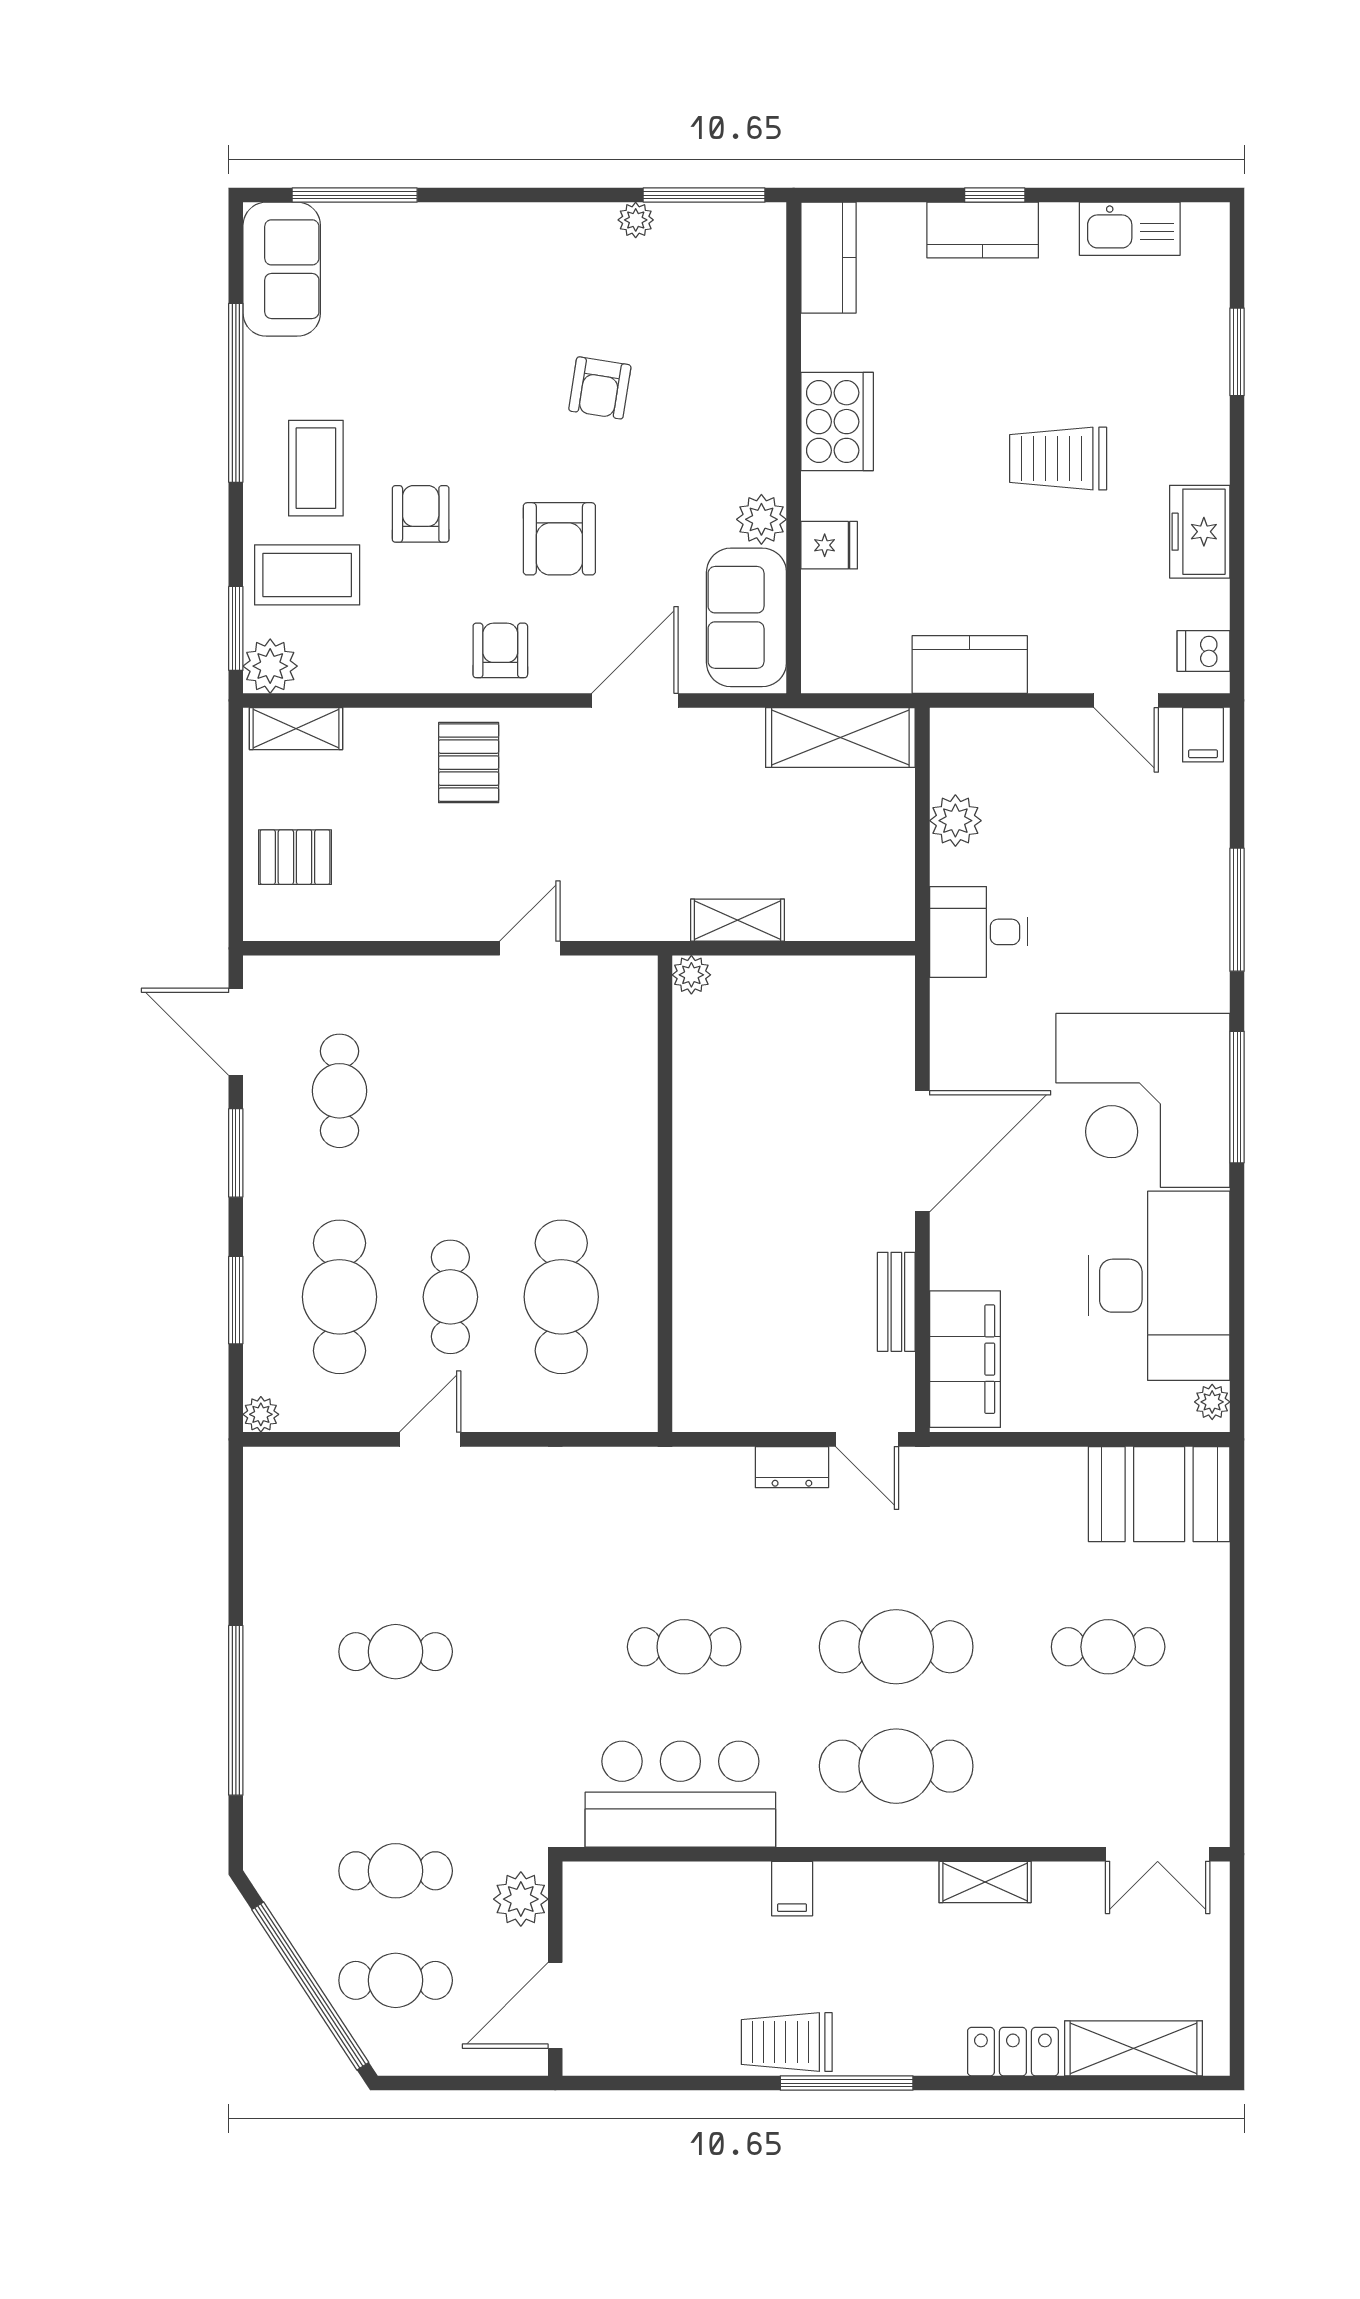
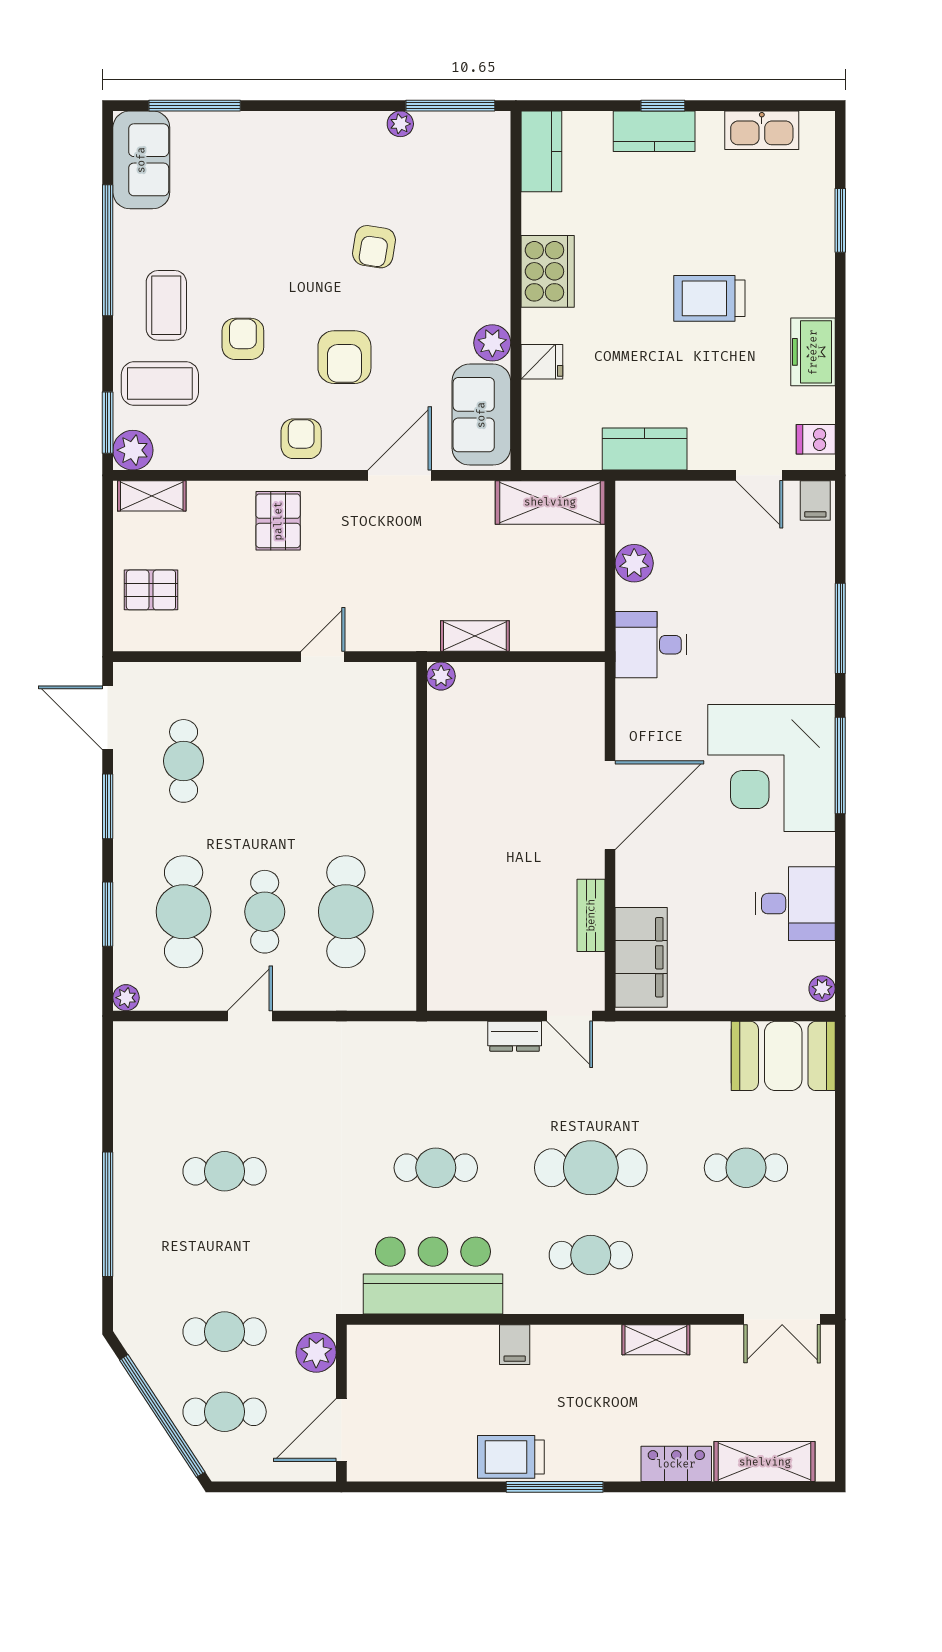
desk: (1159, 1286) -> (795, 904), width x0.53, depth x0.77
cafe table: (896, 1766) -> (591, 1255), width x0.73, depth x0.74

